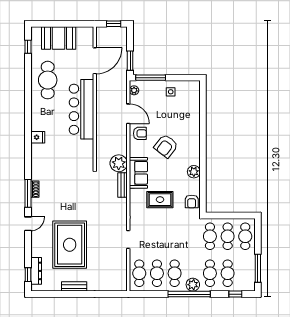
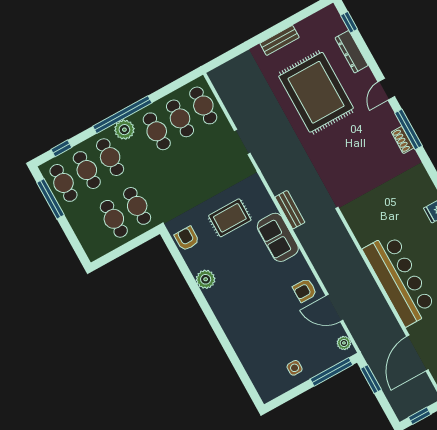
armchair: (166, 146) -> (261, 293), removed
plant: (119, 163) -> (311, 235), removed
cafe table: (245, 236) -> (63, 183), moved
dresser: (36, 271) -> (352, 52), moved

